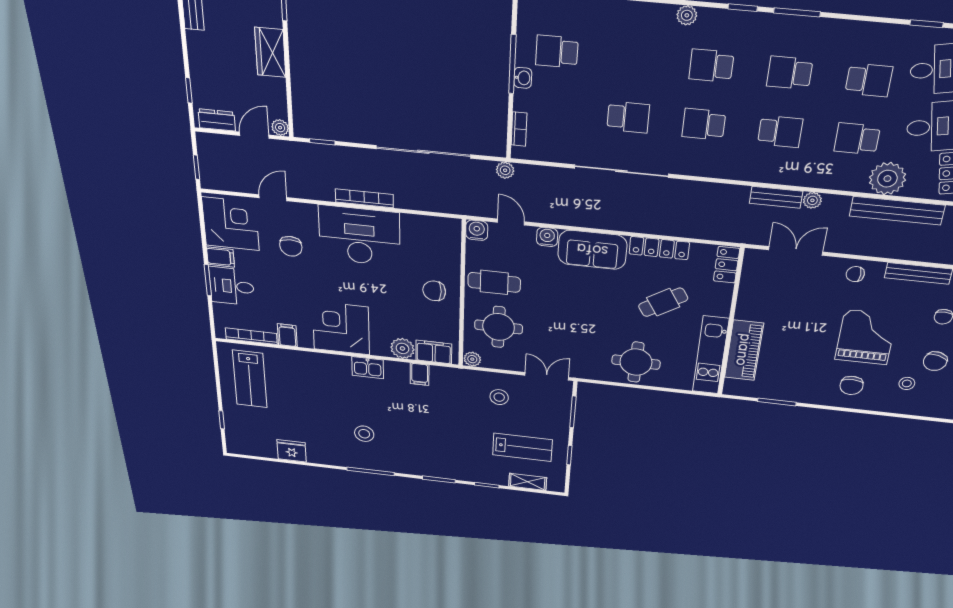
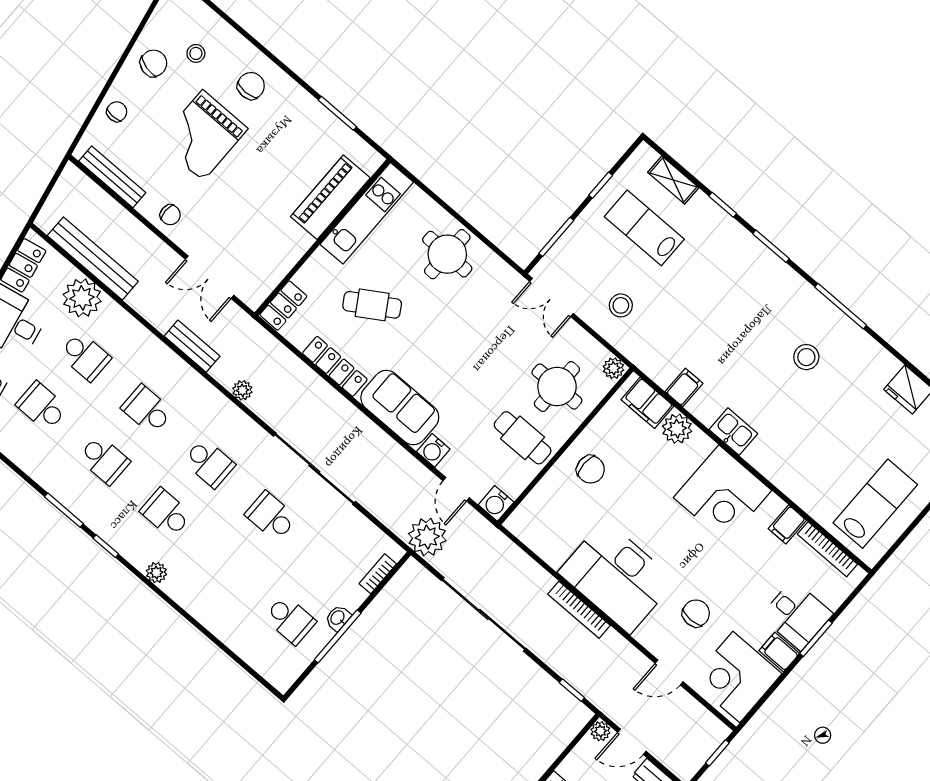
school desk: (711, 66) -> (166, 513), turned 180
plant: (505, 170) -> (427, 537), width x1.88, depth x1.88
plant: (812, 200) -> (242, 390), moved

